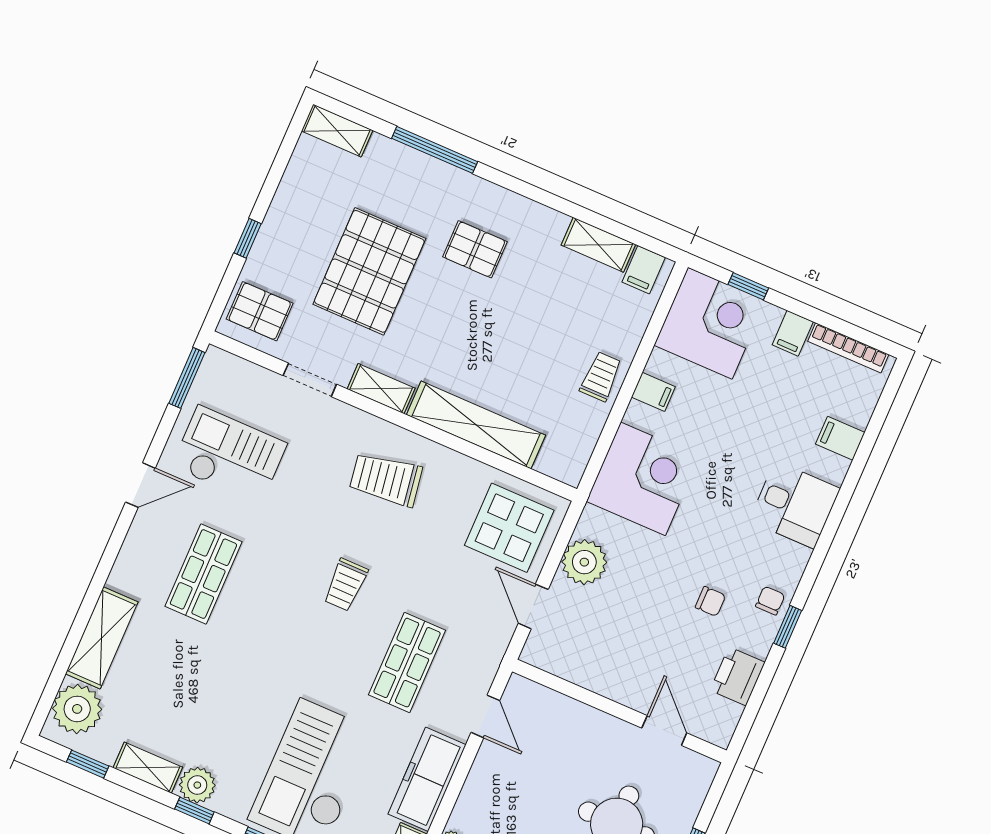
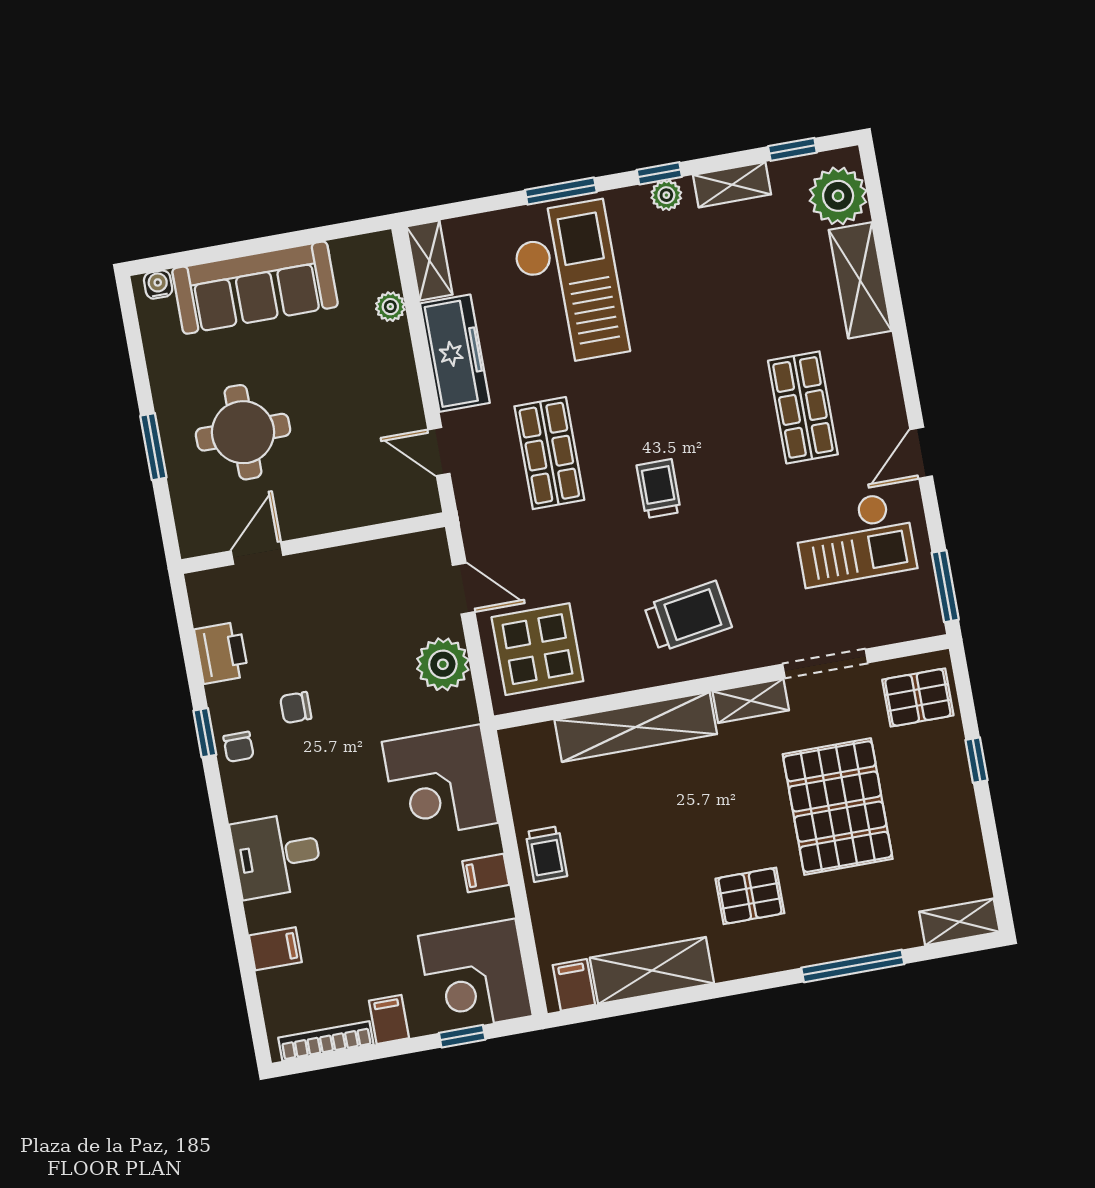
shelving: (598, 245) -> (652, 970), width x1.50, depth x1.33
doorway: (310, 380) -> (825, 663), width x1.38
door: (664, 731) -> (257, 553), swing flipped
plant: (197, 785) -> (666, 195), width x0.73, depth x0.73

